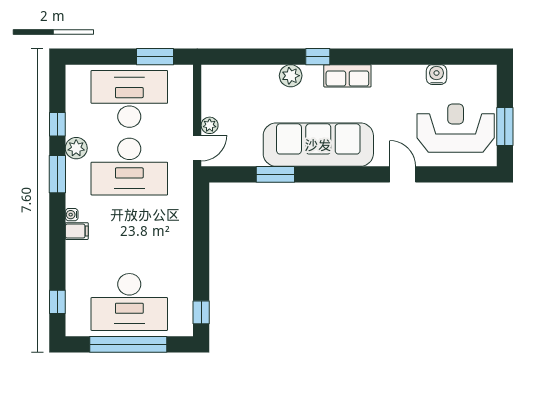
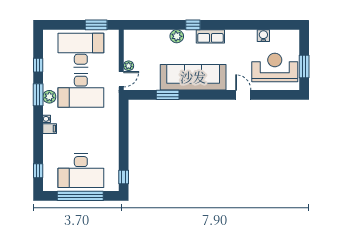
plant: (76, 148) -> (49, 97), moved

